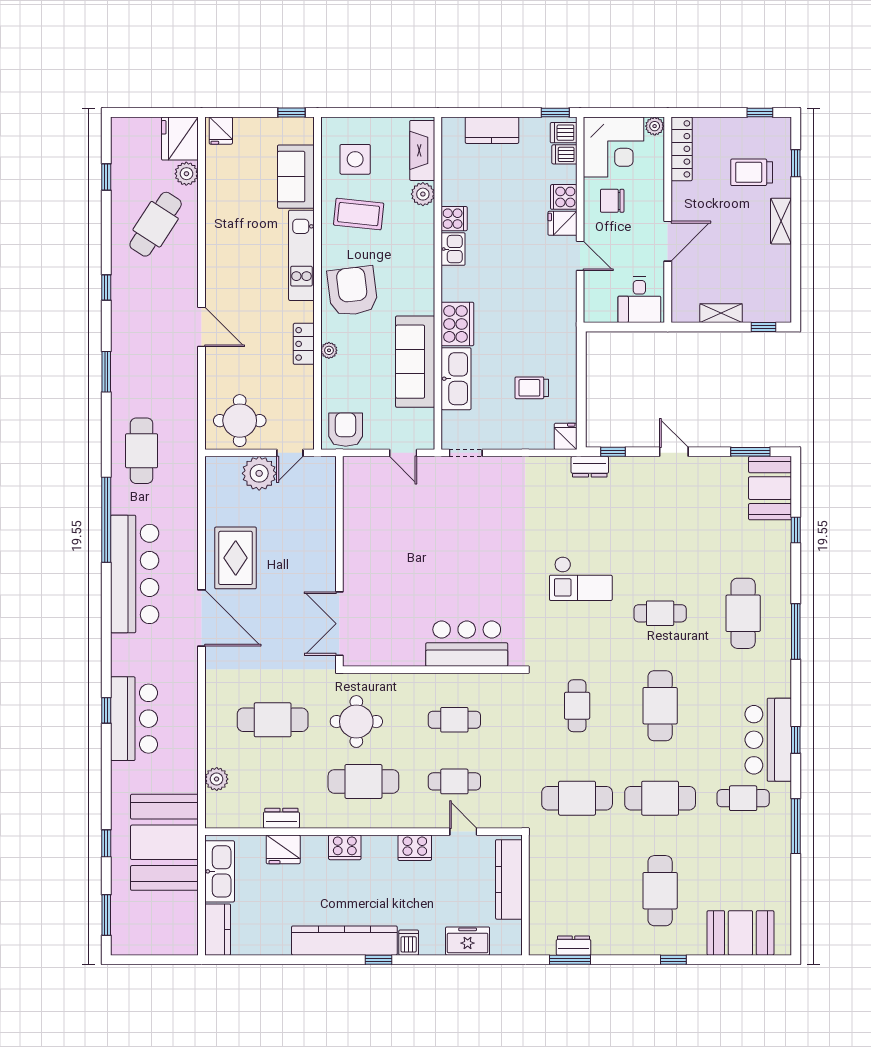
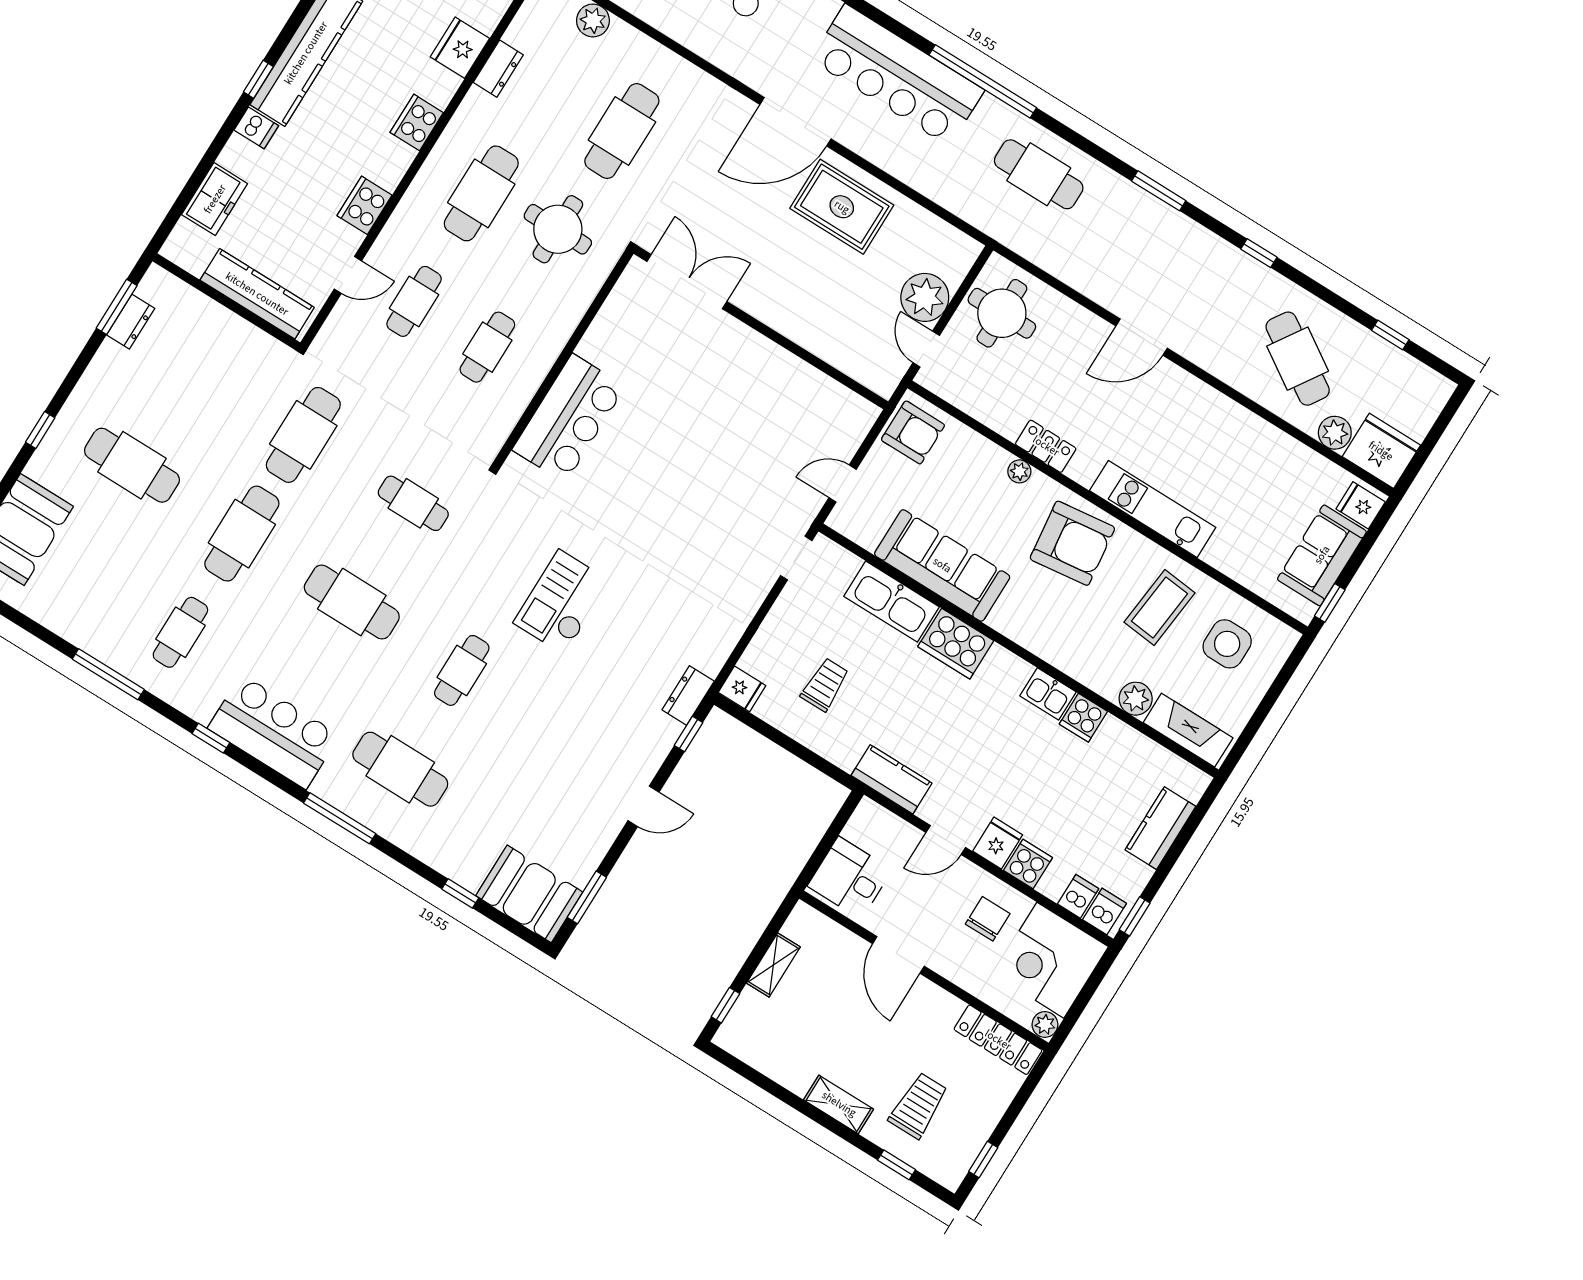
sofa: (296, 177) -> (1322, 555), moved, turned -90
kitchen counter: (564, 312) -> (891, 779), added
bar counter: (768, 740) -> (274, 732), moved

